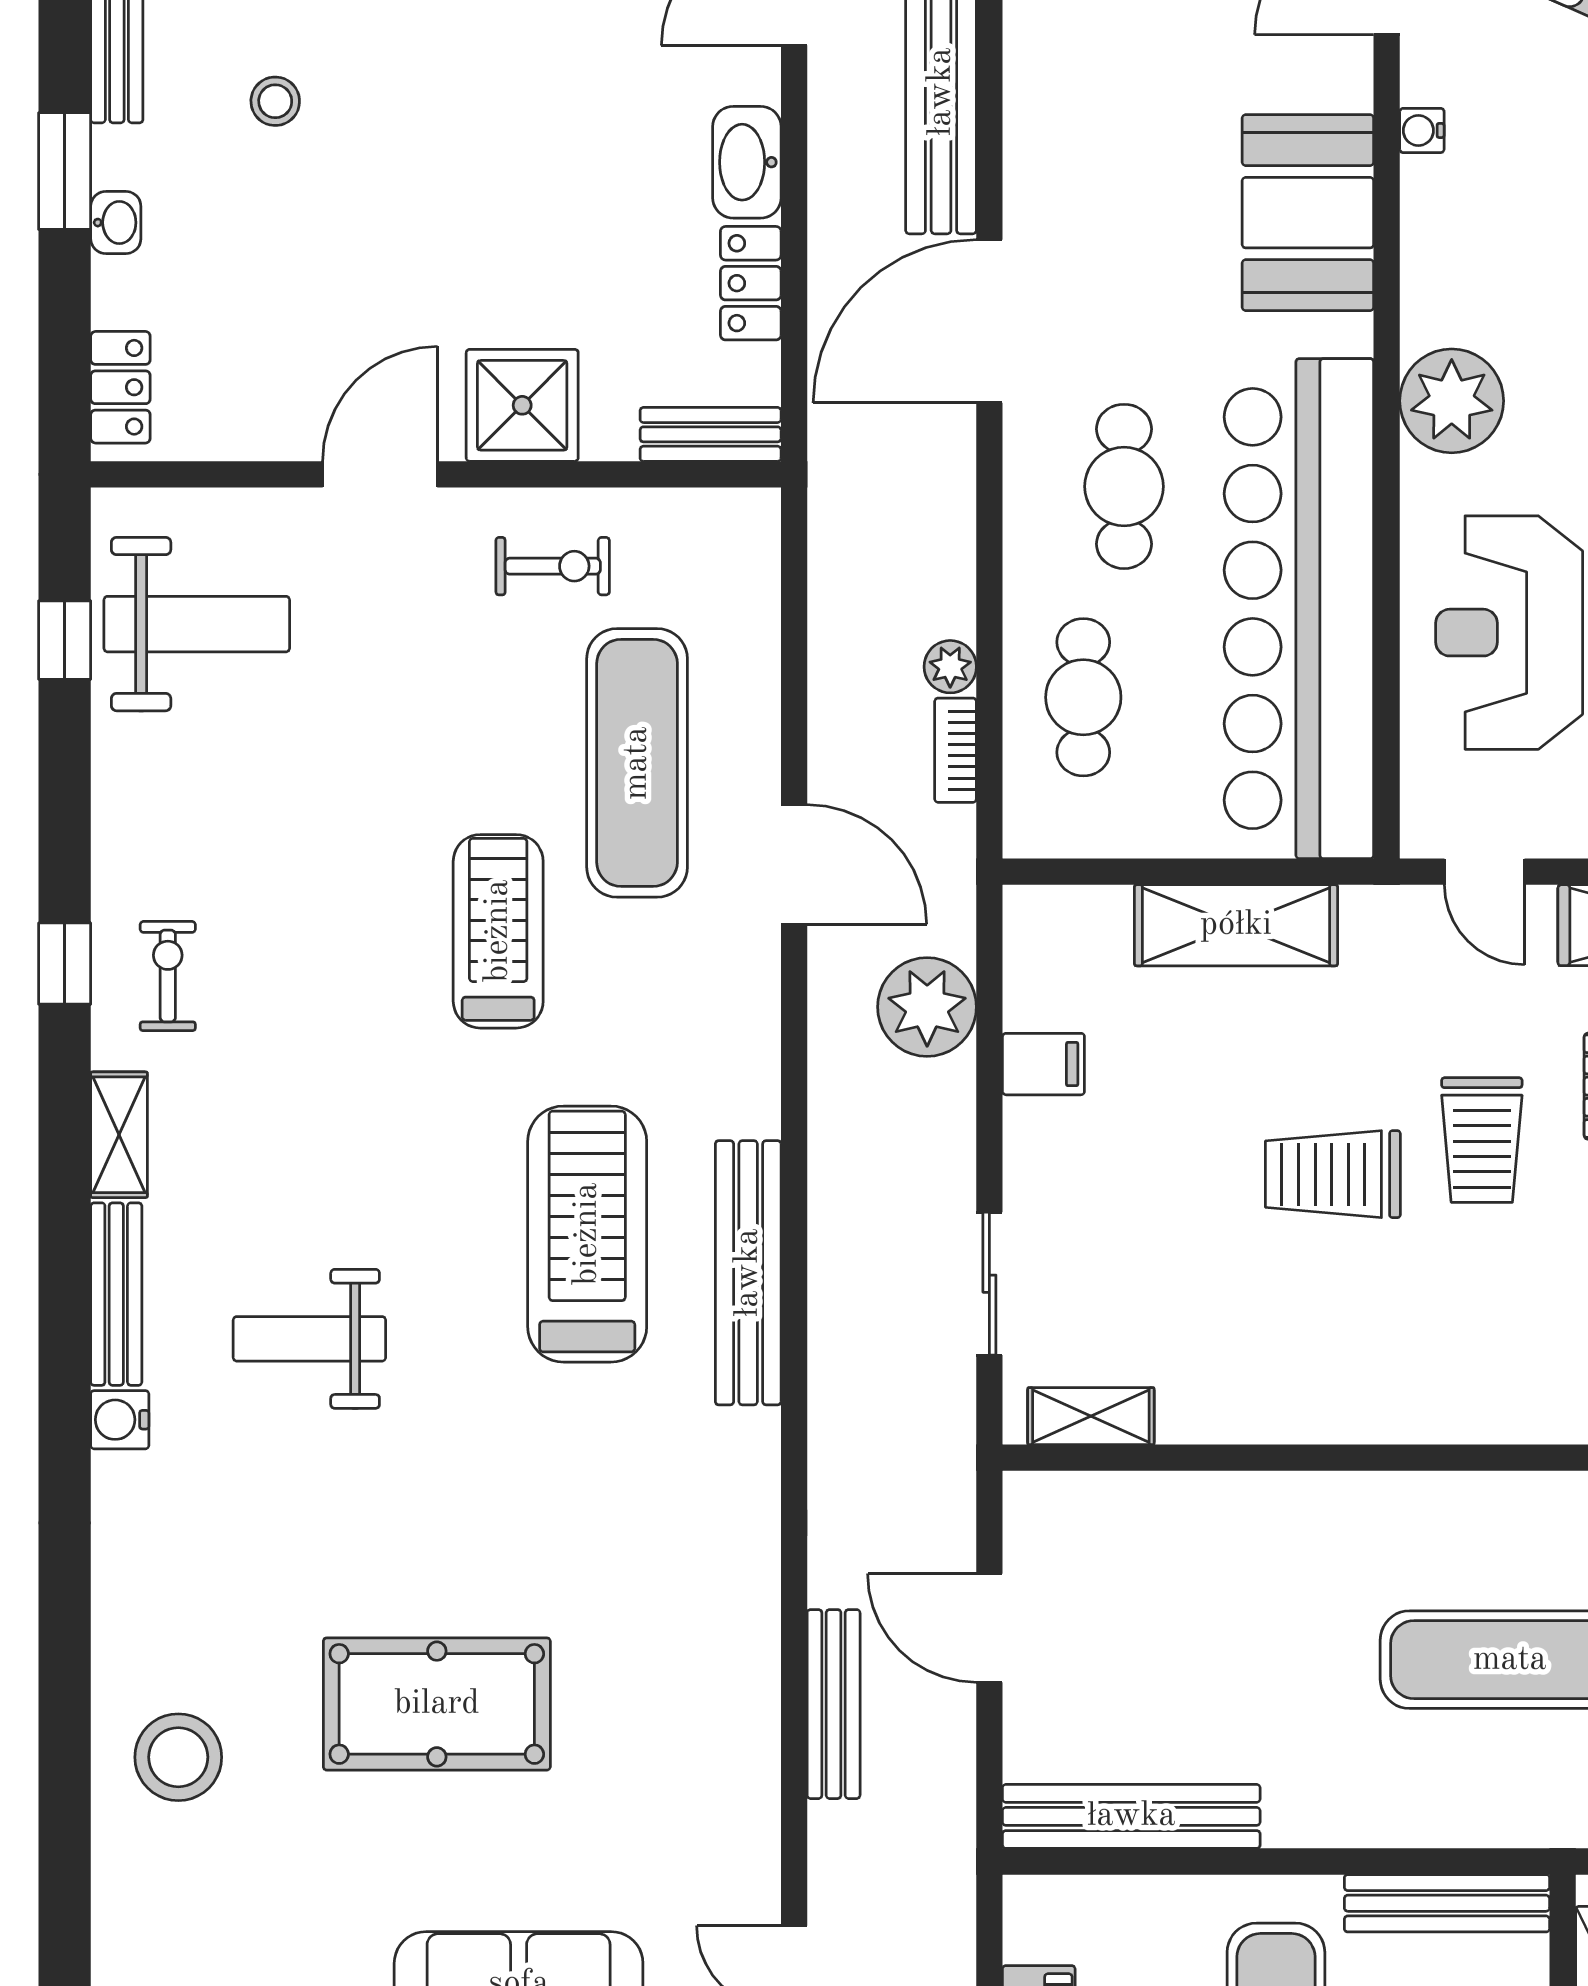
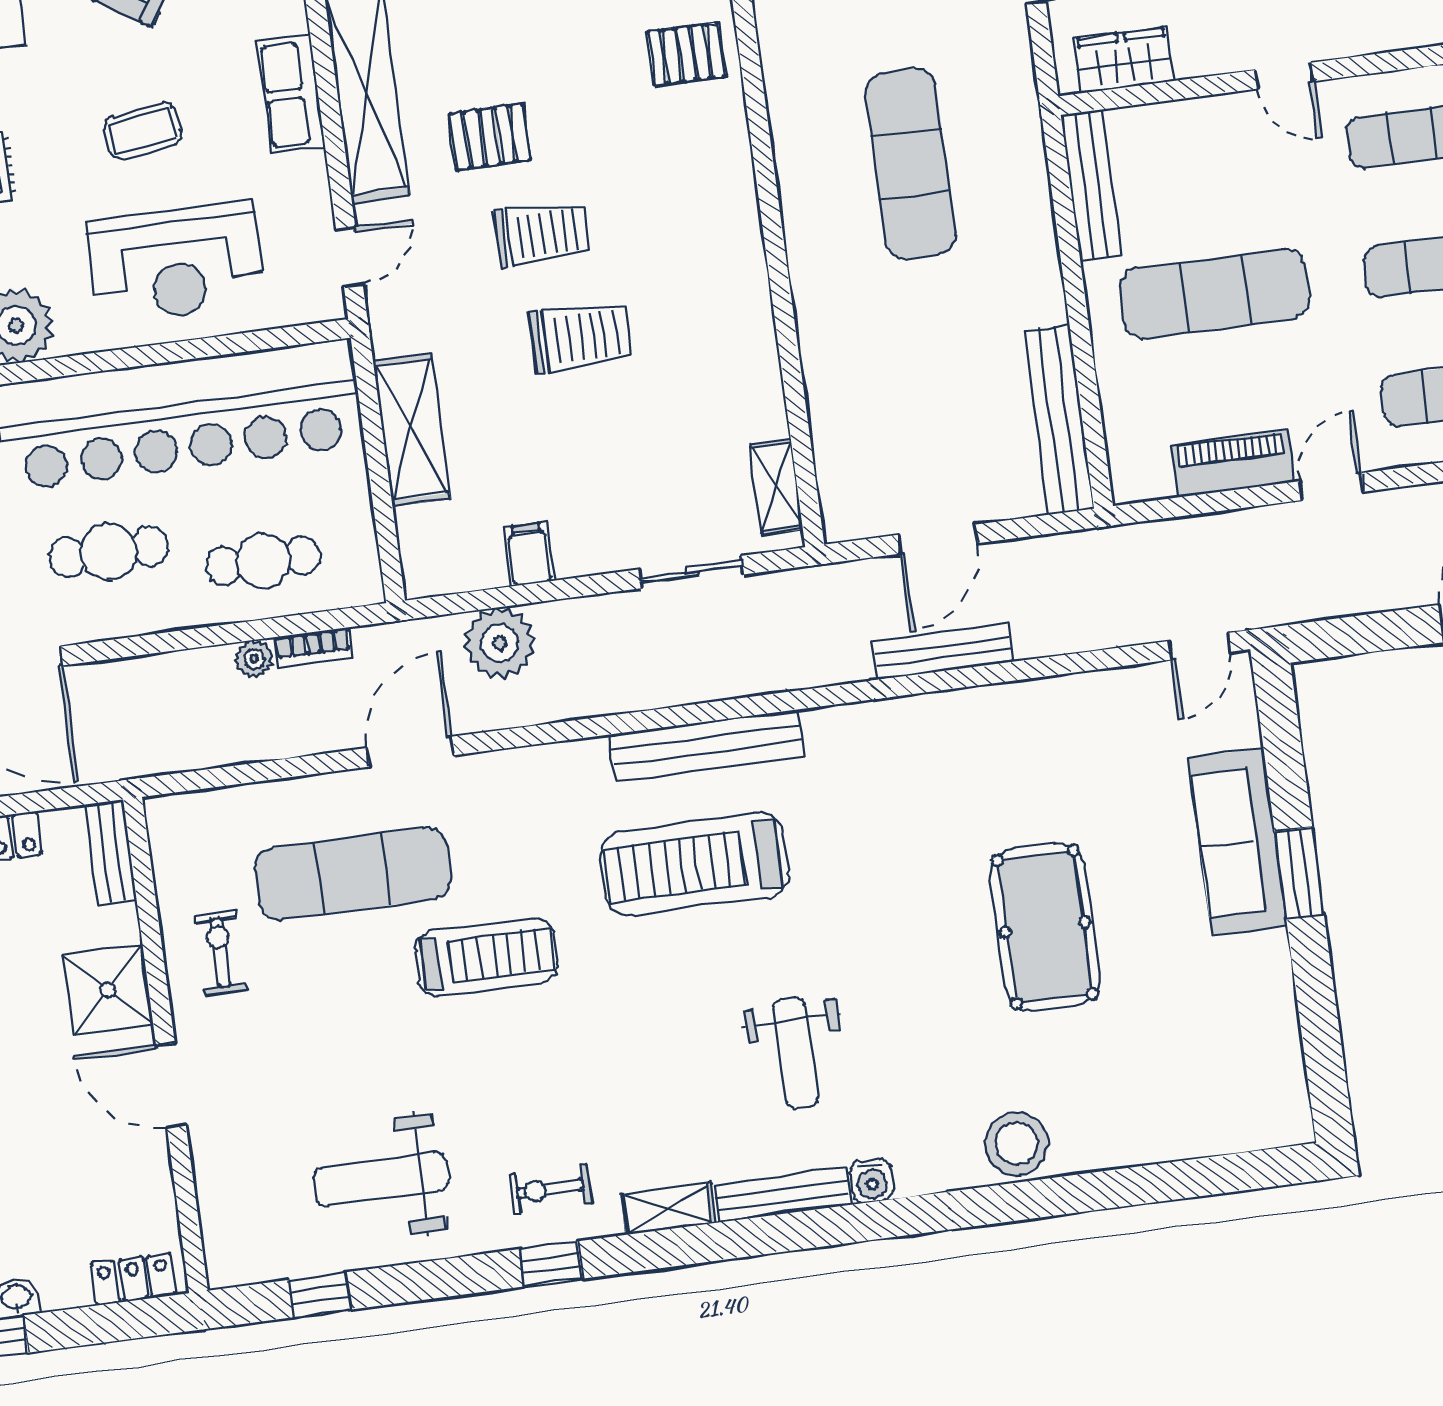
weight bench: (197, 624) -> (381, 1179), moved, turned -90
treadmill: (498, 931) -> (486, 957), turned 180
trolley: (1333, 1174) -> (580, 337), turned -90
bench: (834, 1704) -> (943, 652), moved
stool: (178, 1757) -> (1016, 1144), moved

